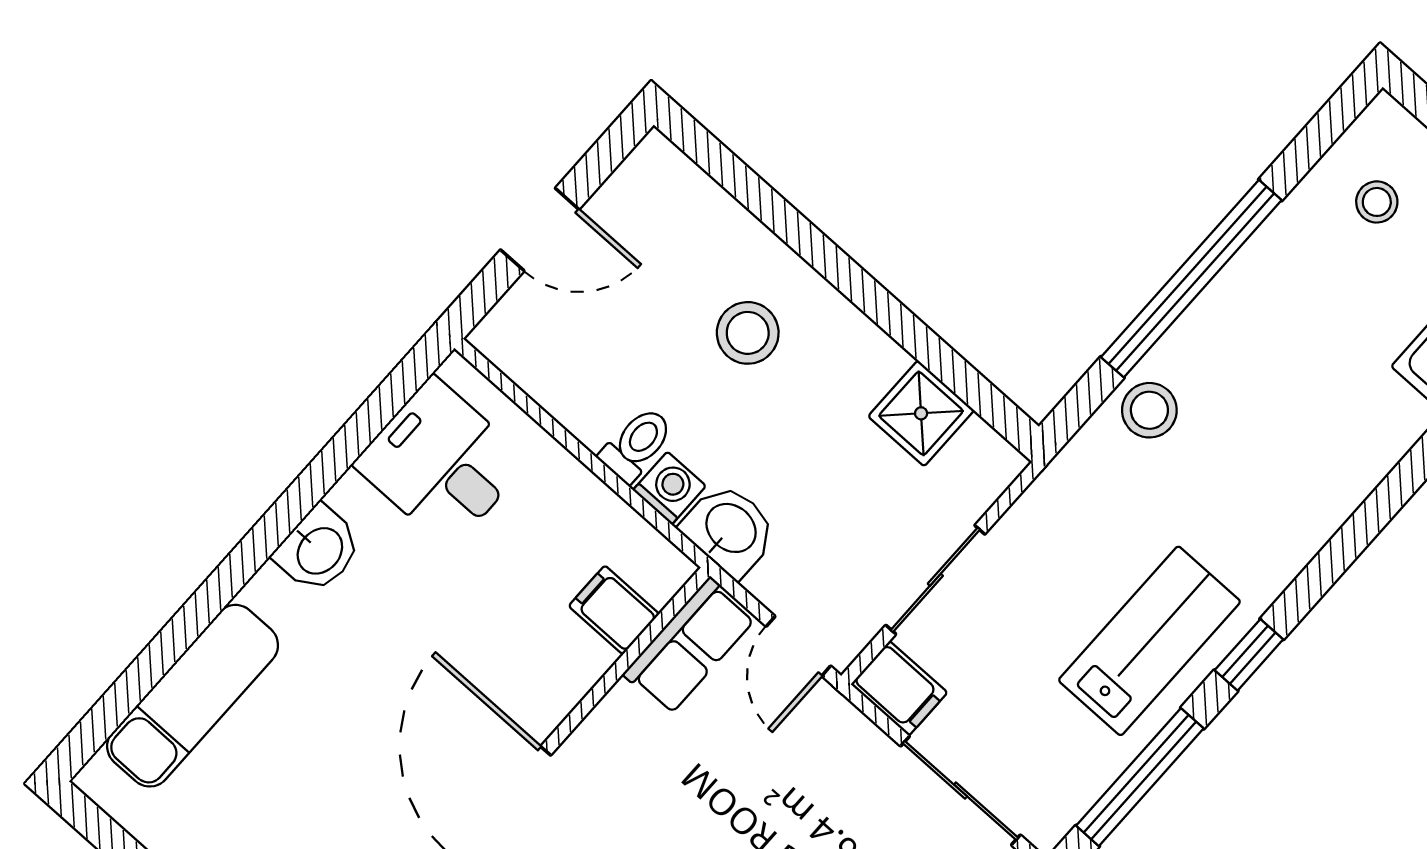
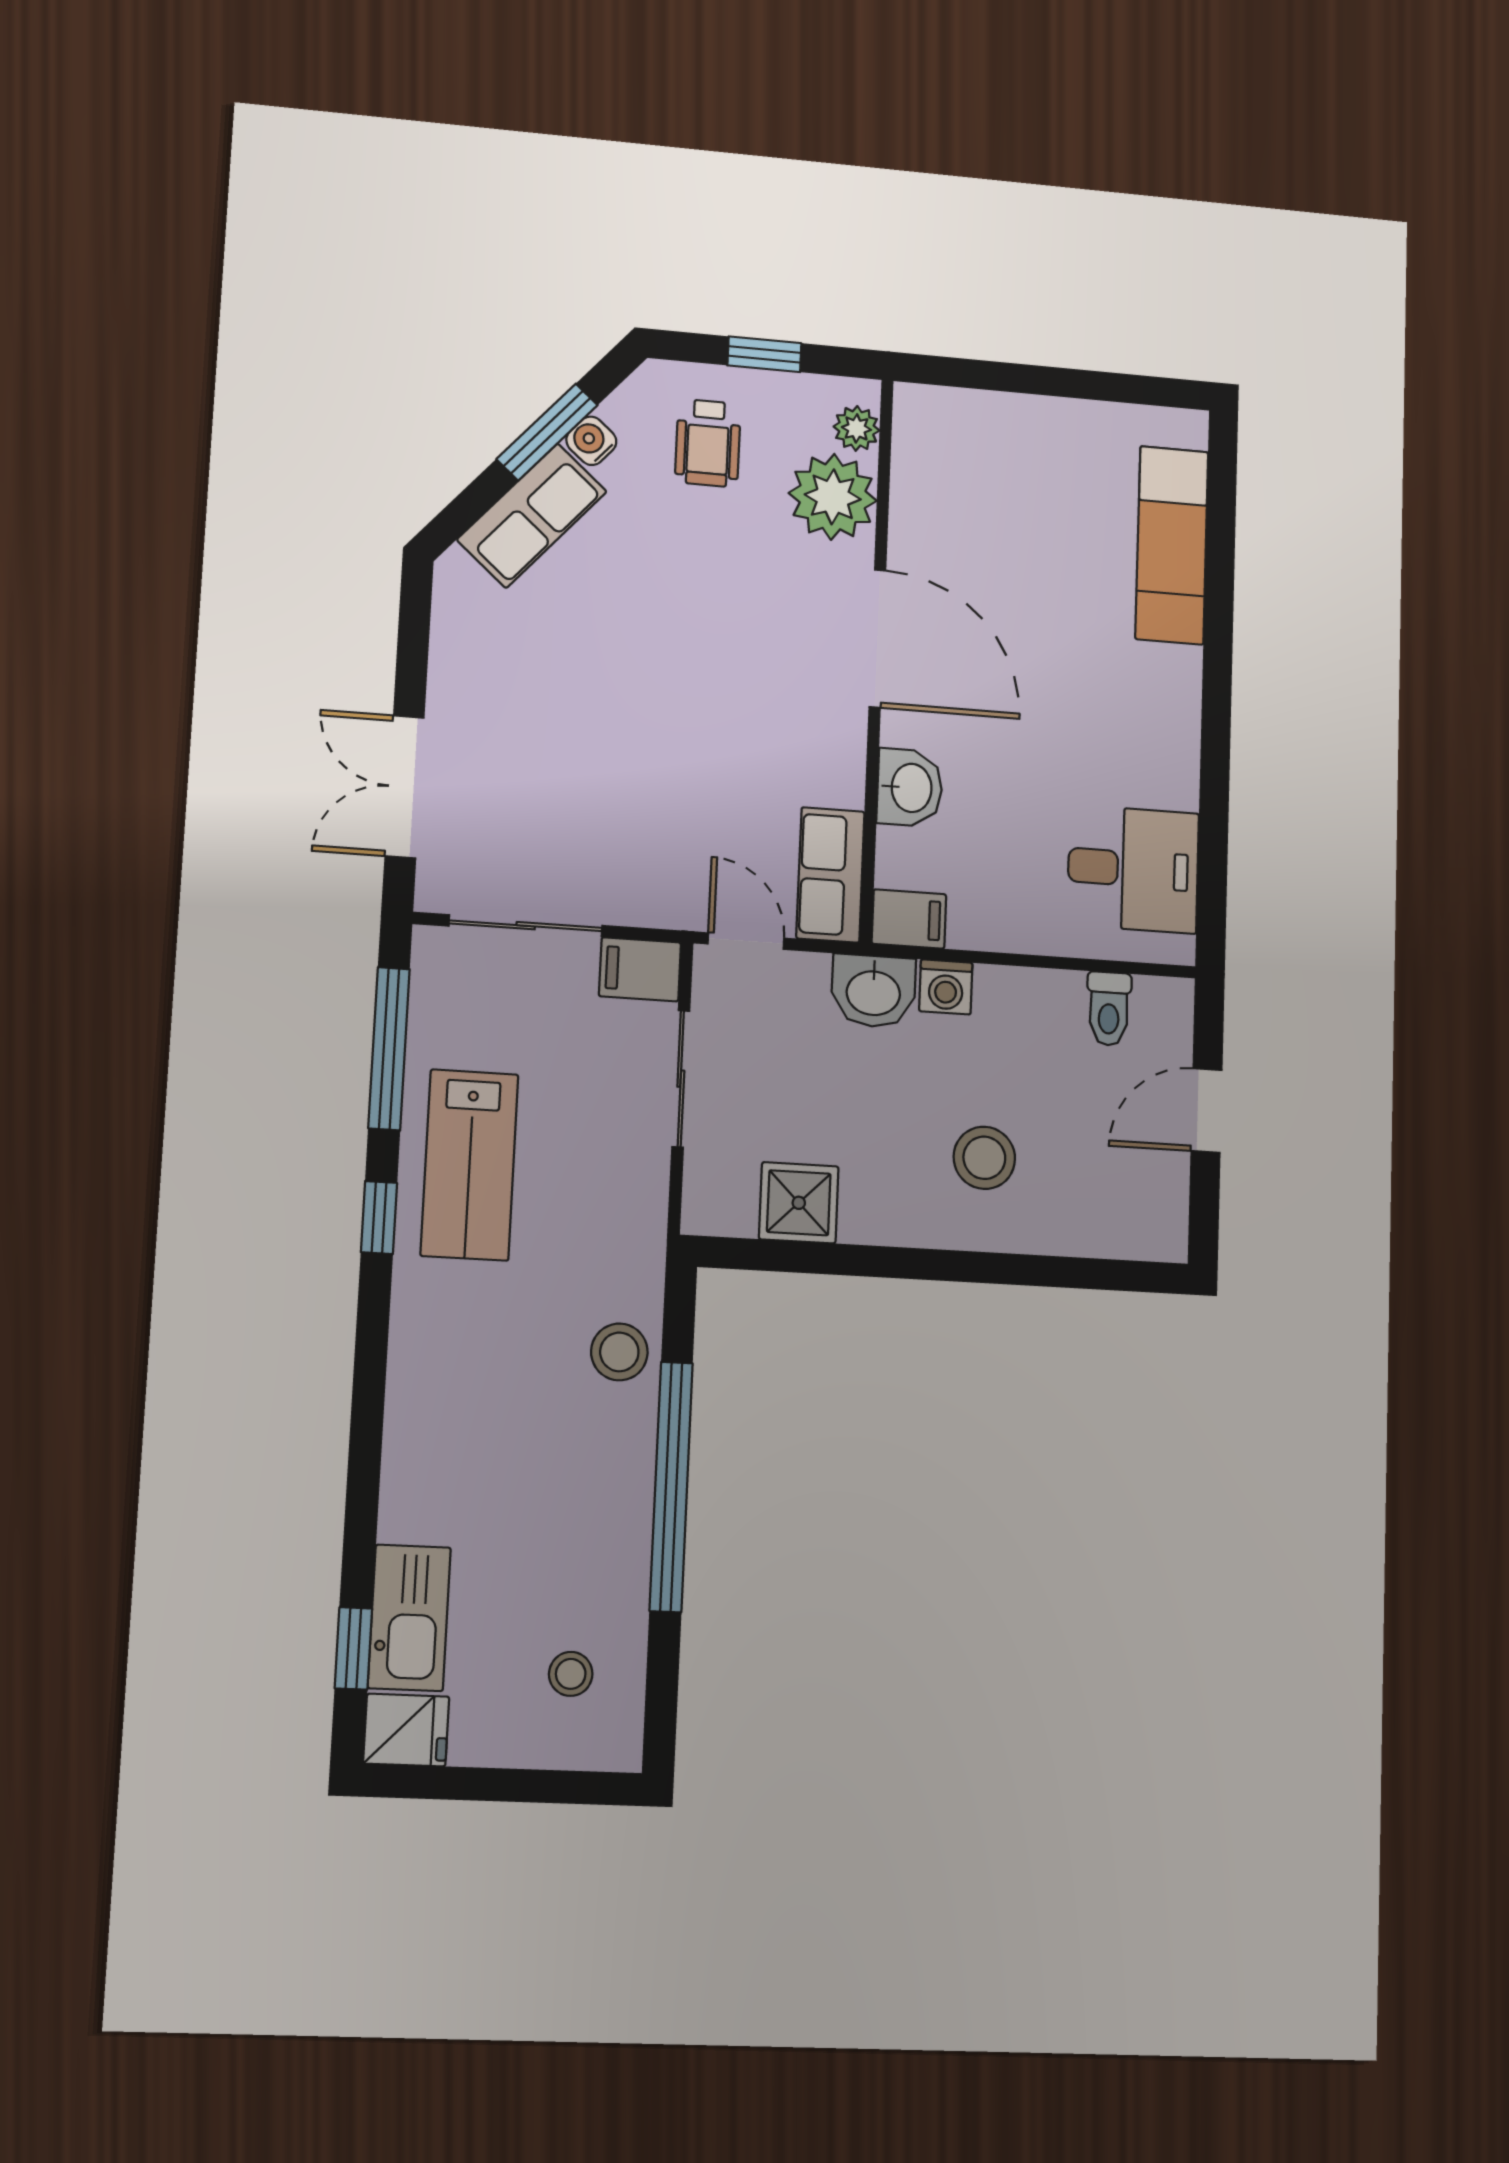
toilet: (637, 444) -> (1109, 1009), moved
washbasin: (318, 550) -> (910, 788), moved, turned 180
filing cabinet: (614, 610) -> (909, 919), moved

